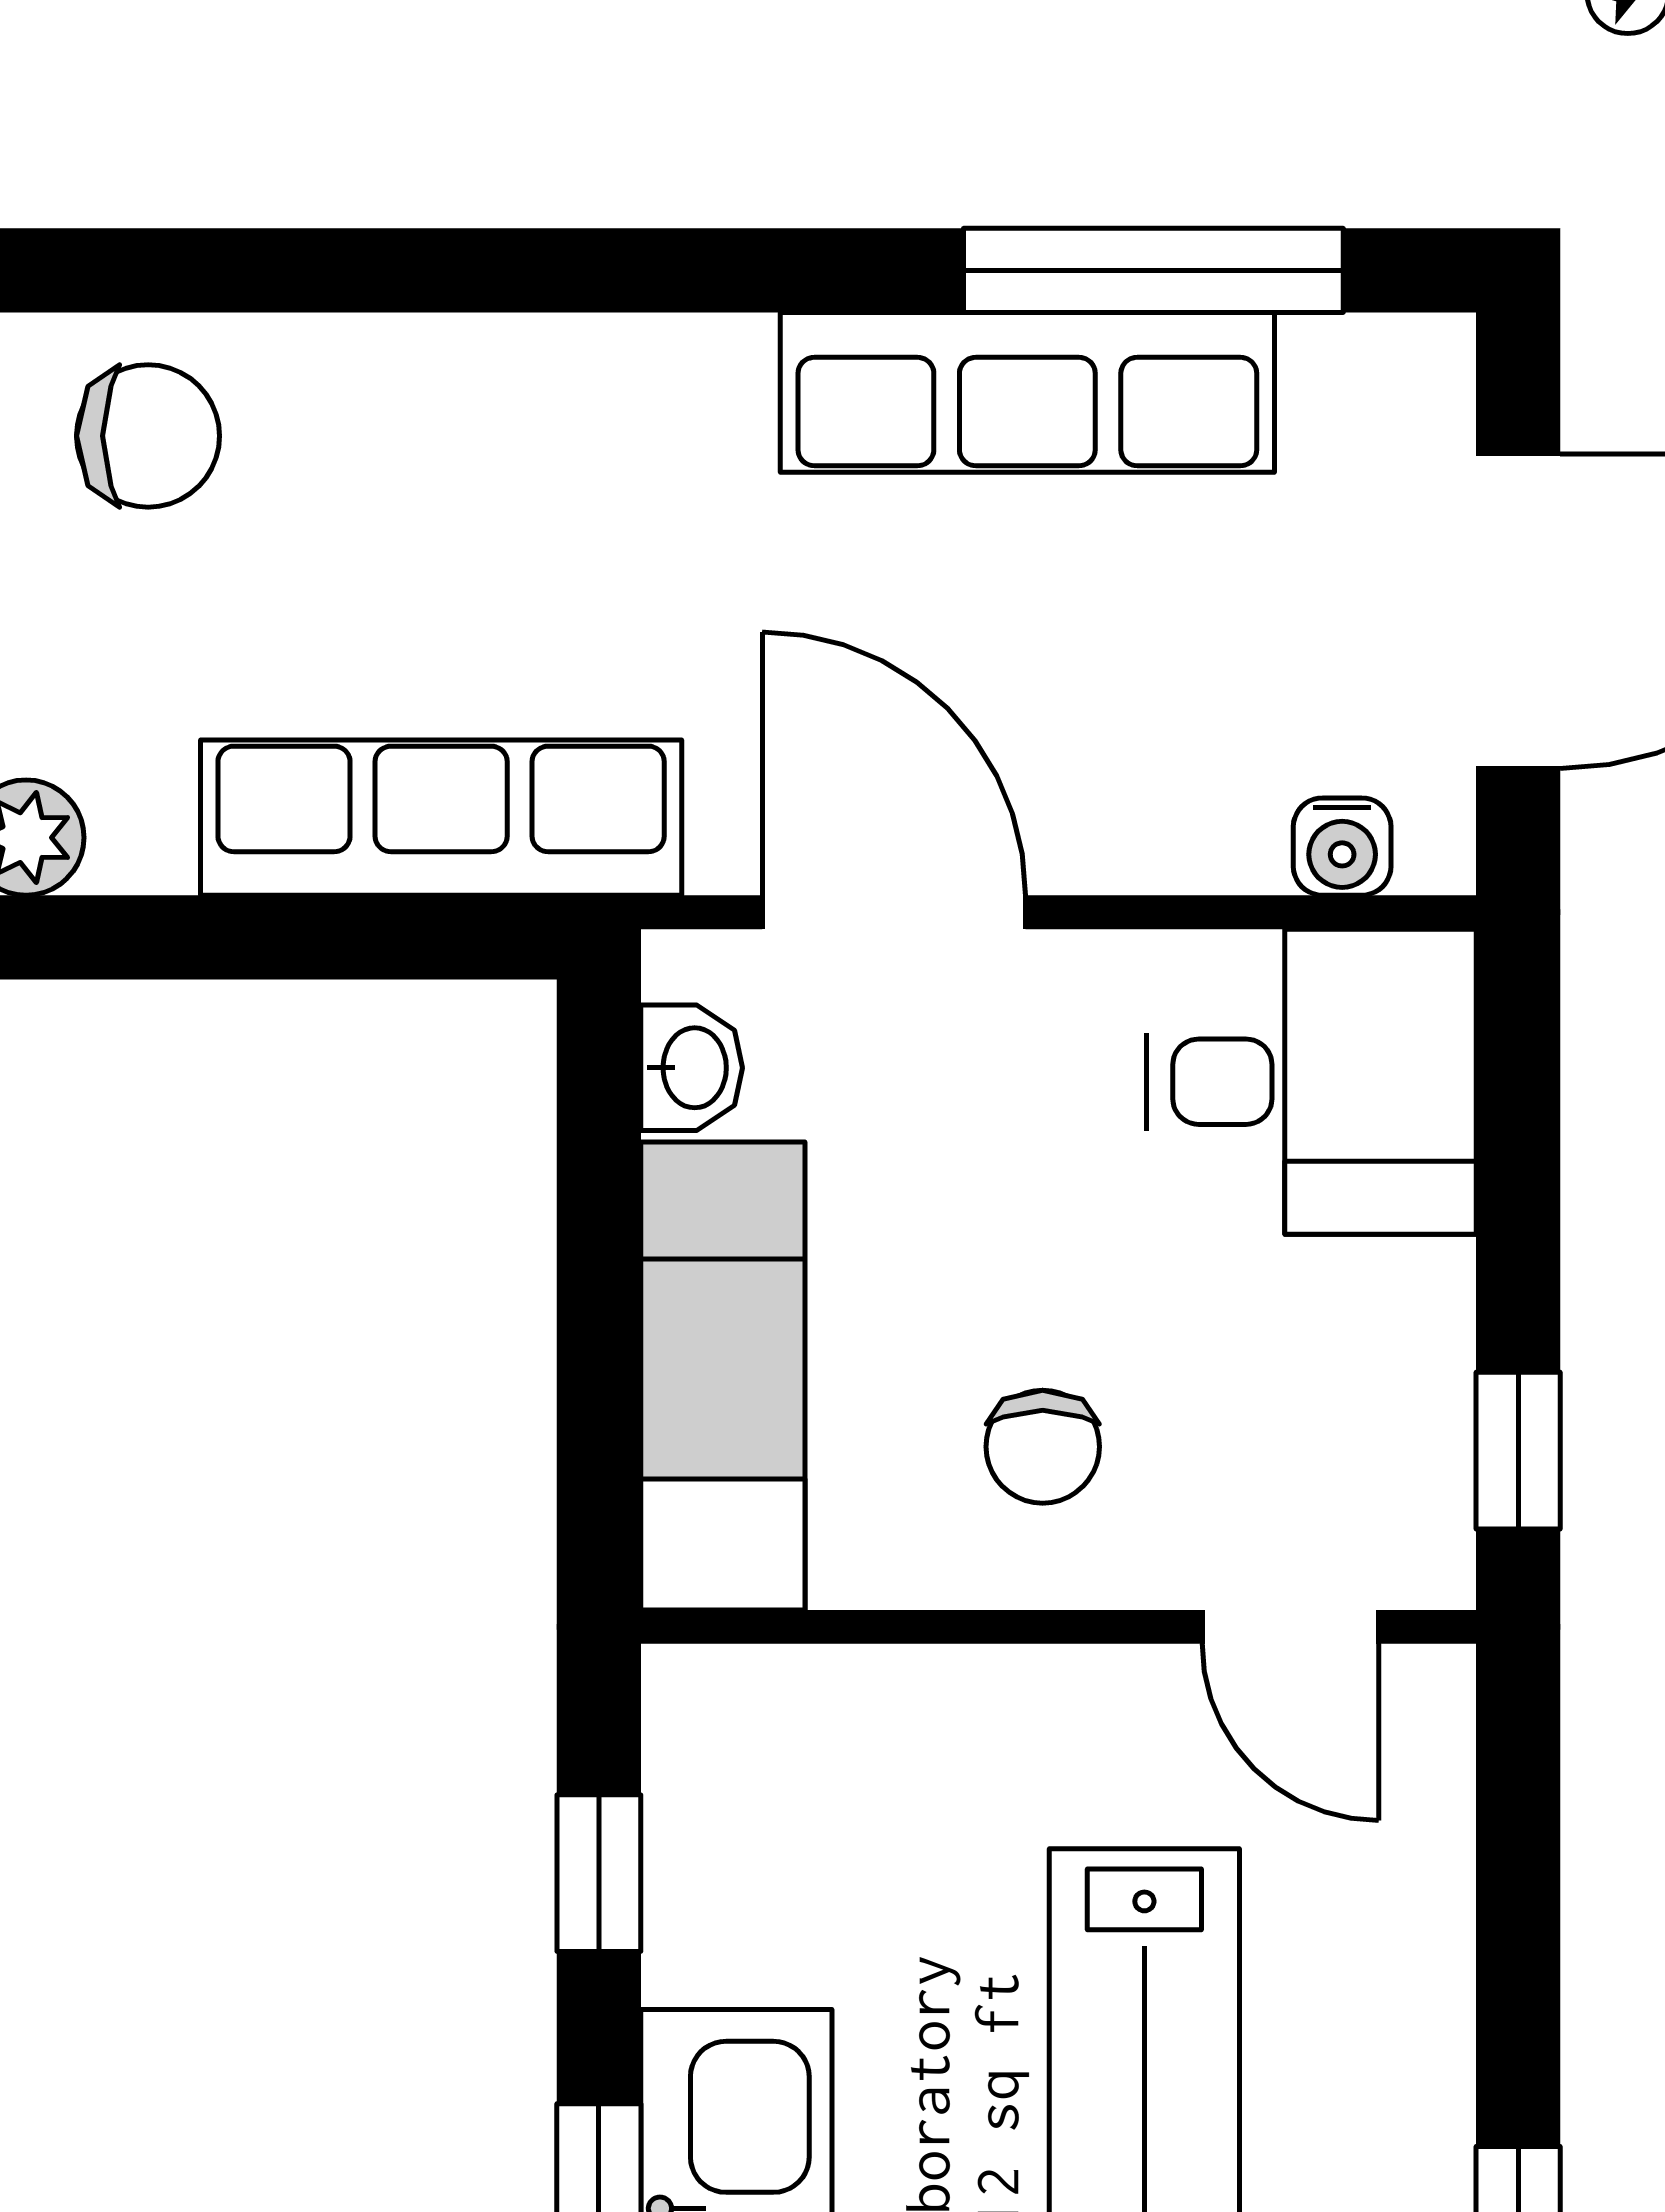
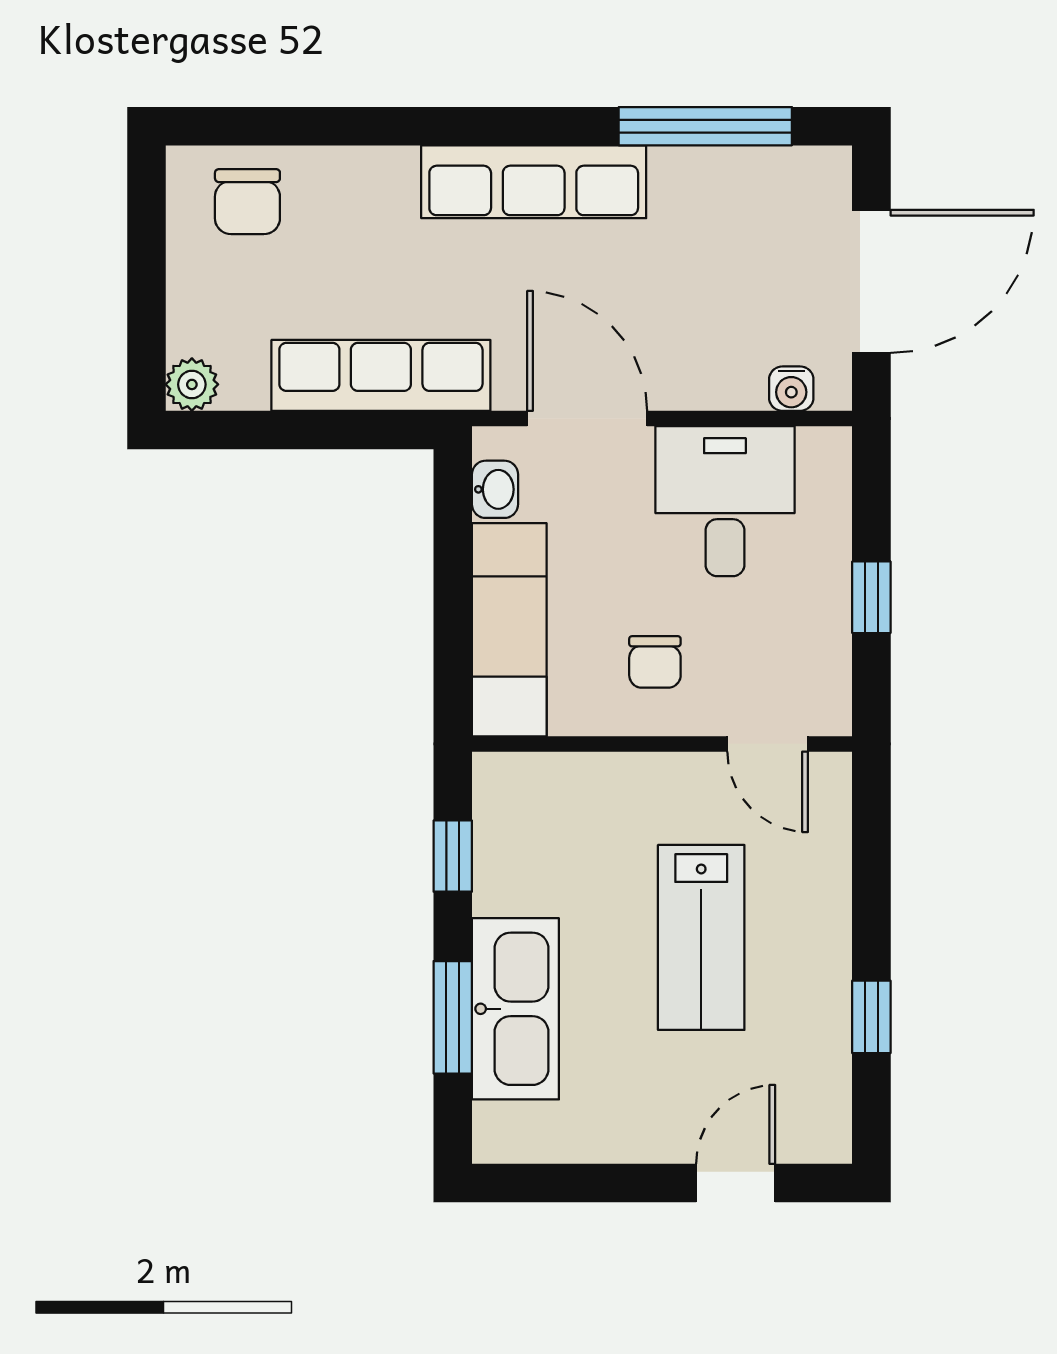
row of seats: (1027, 392) -> (534, 182), moved
chair: (148, 436) -> (247, 202), turned 90
desk: (1311, 1082) -> (725, 501), moved, turned -90
window: (1518, 1451) -> (871, 597), moved

